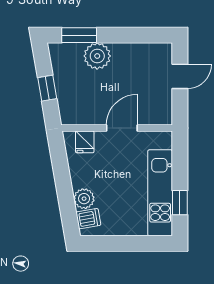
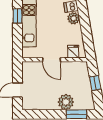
door: (122, 128) -> (51, 60), hinge flipped

